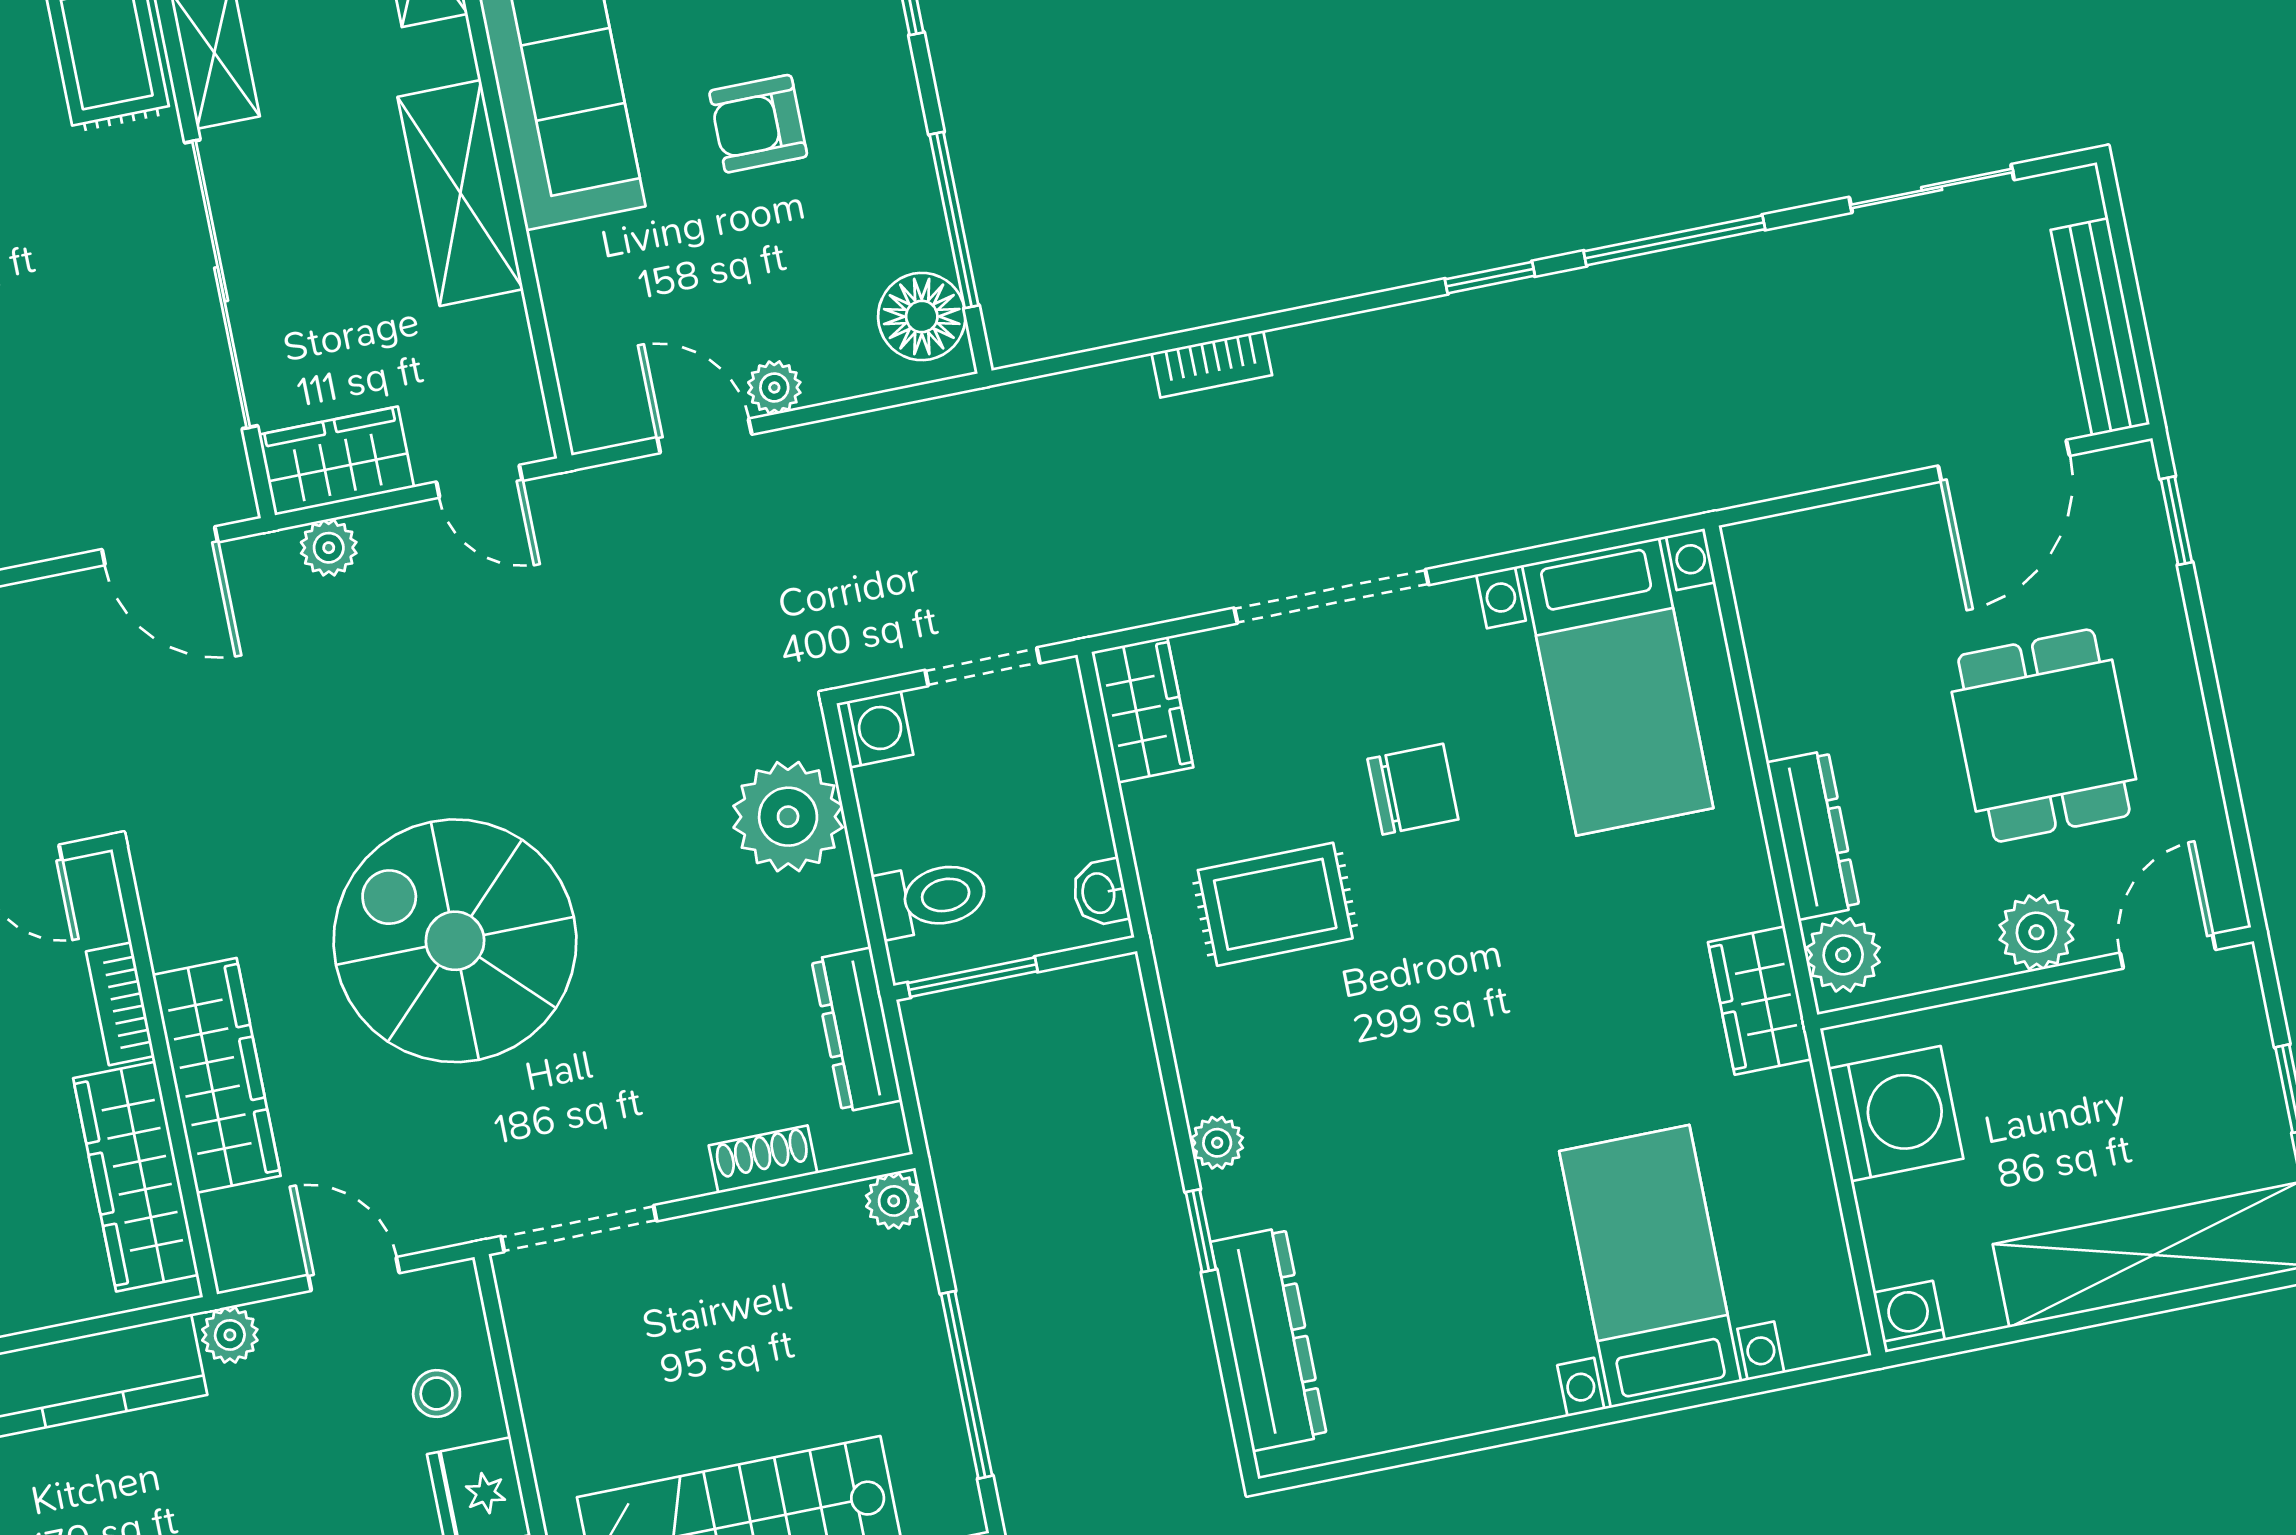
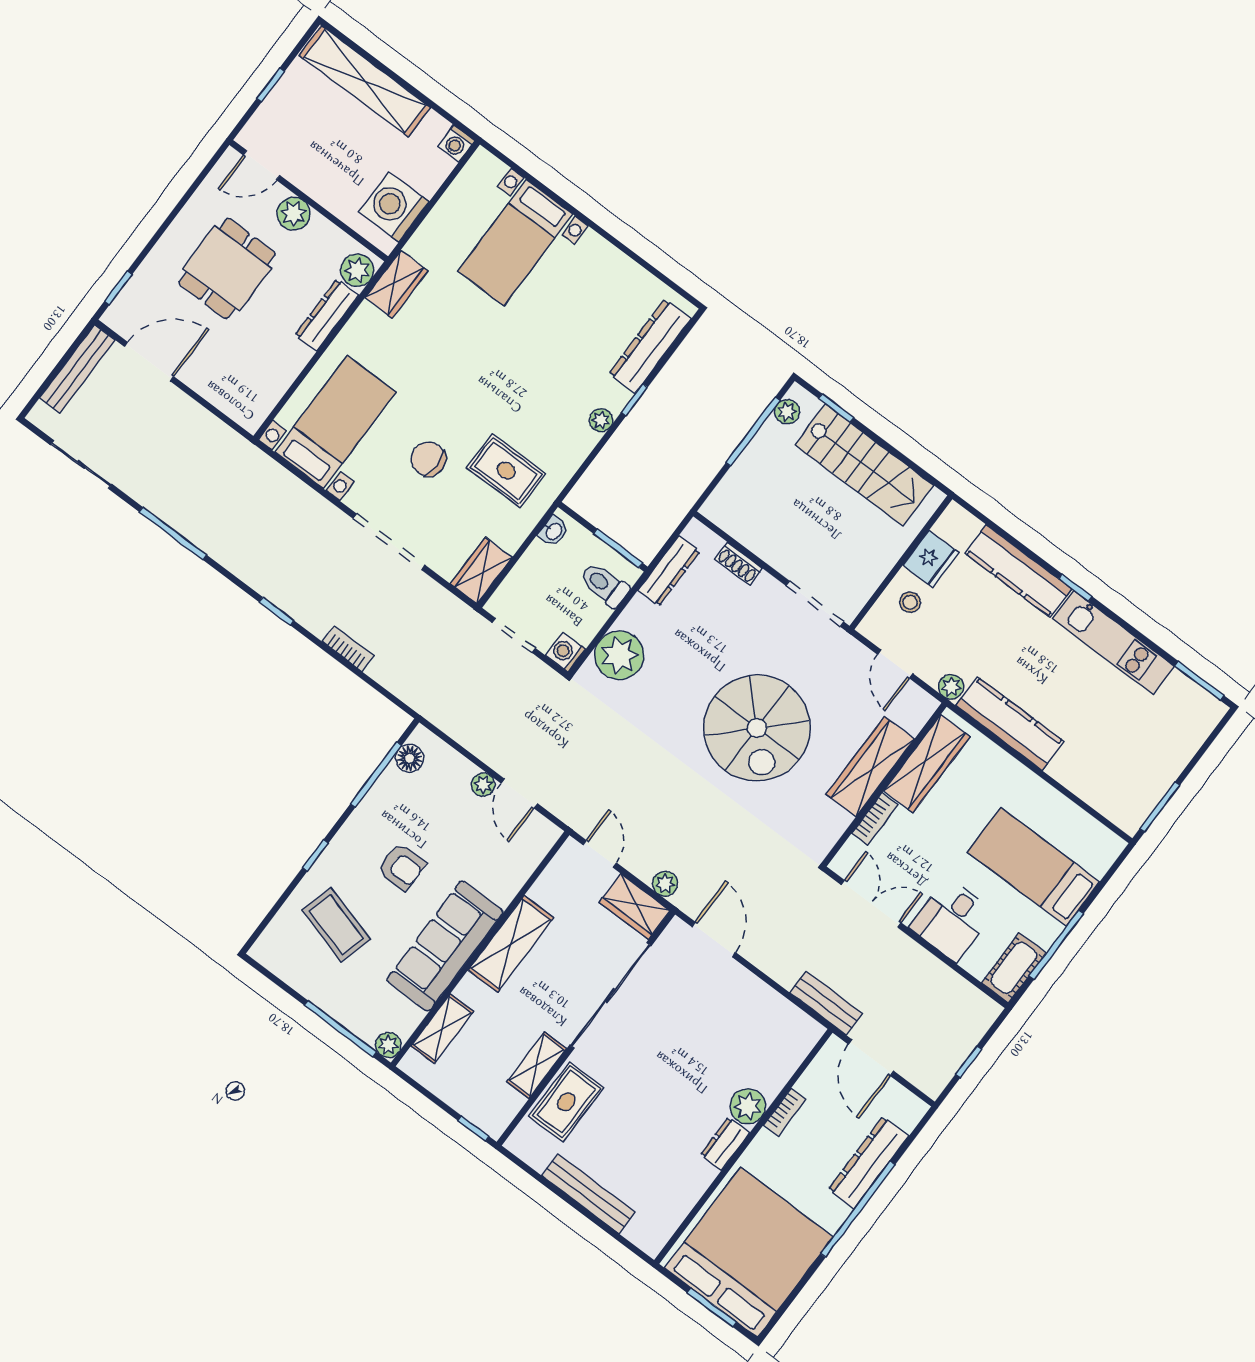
window: (1490, 278) -> (277, 611), moved
floor lamp: (922, 316) -> (410, 758), width x0.73, depth x0.73
plant: (894, 1201) -> (787, 412), moved

